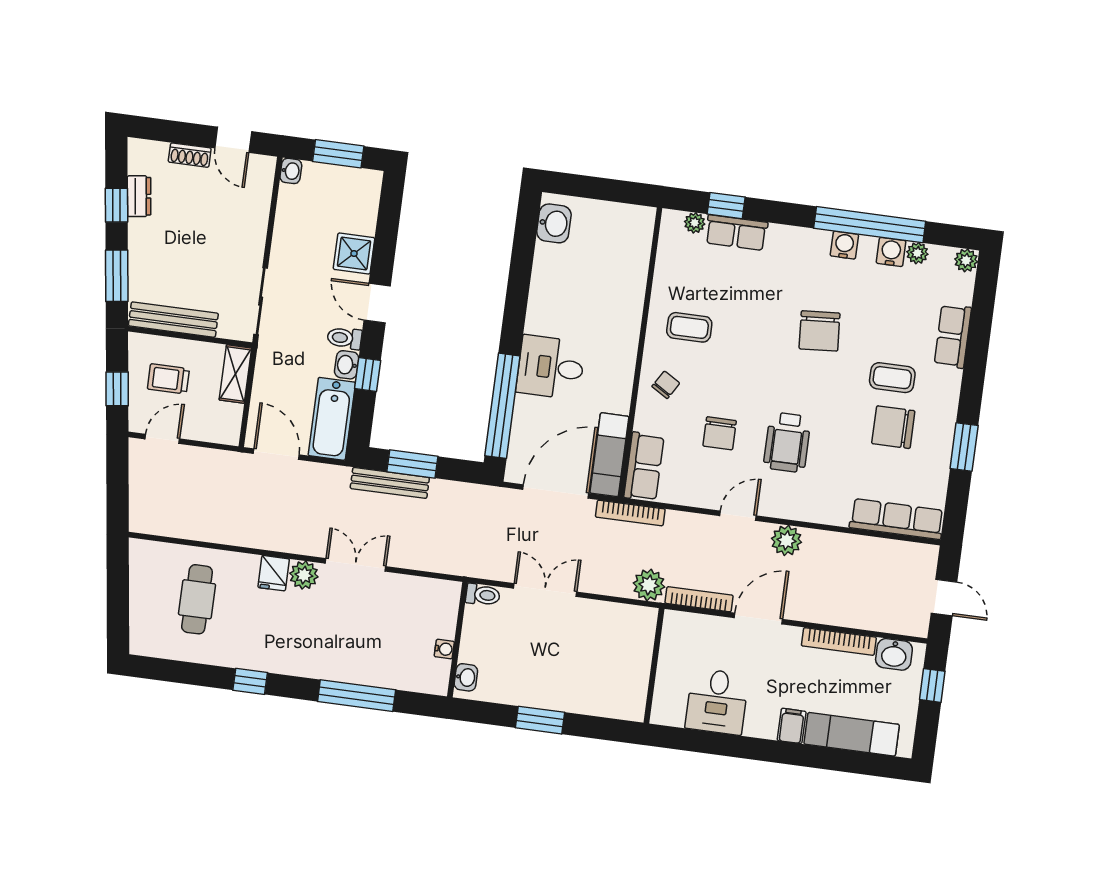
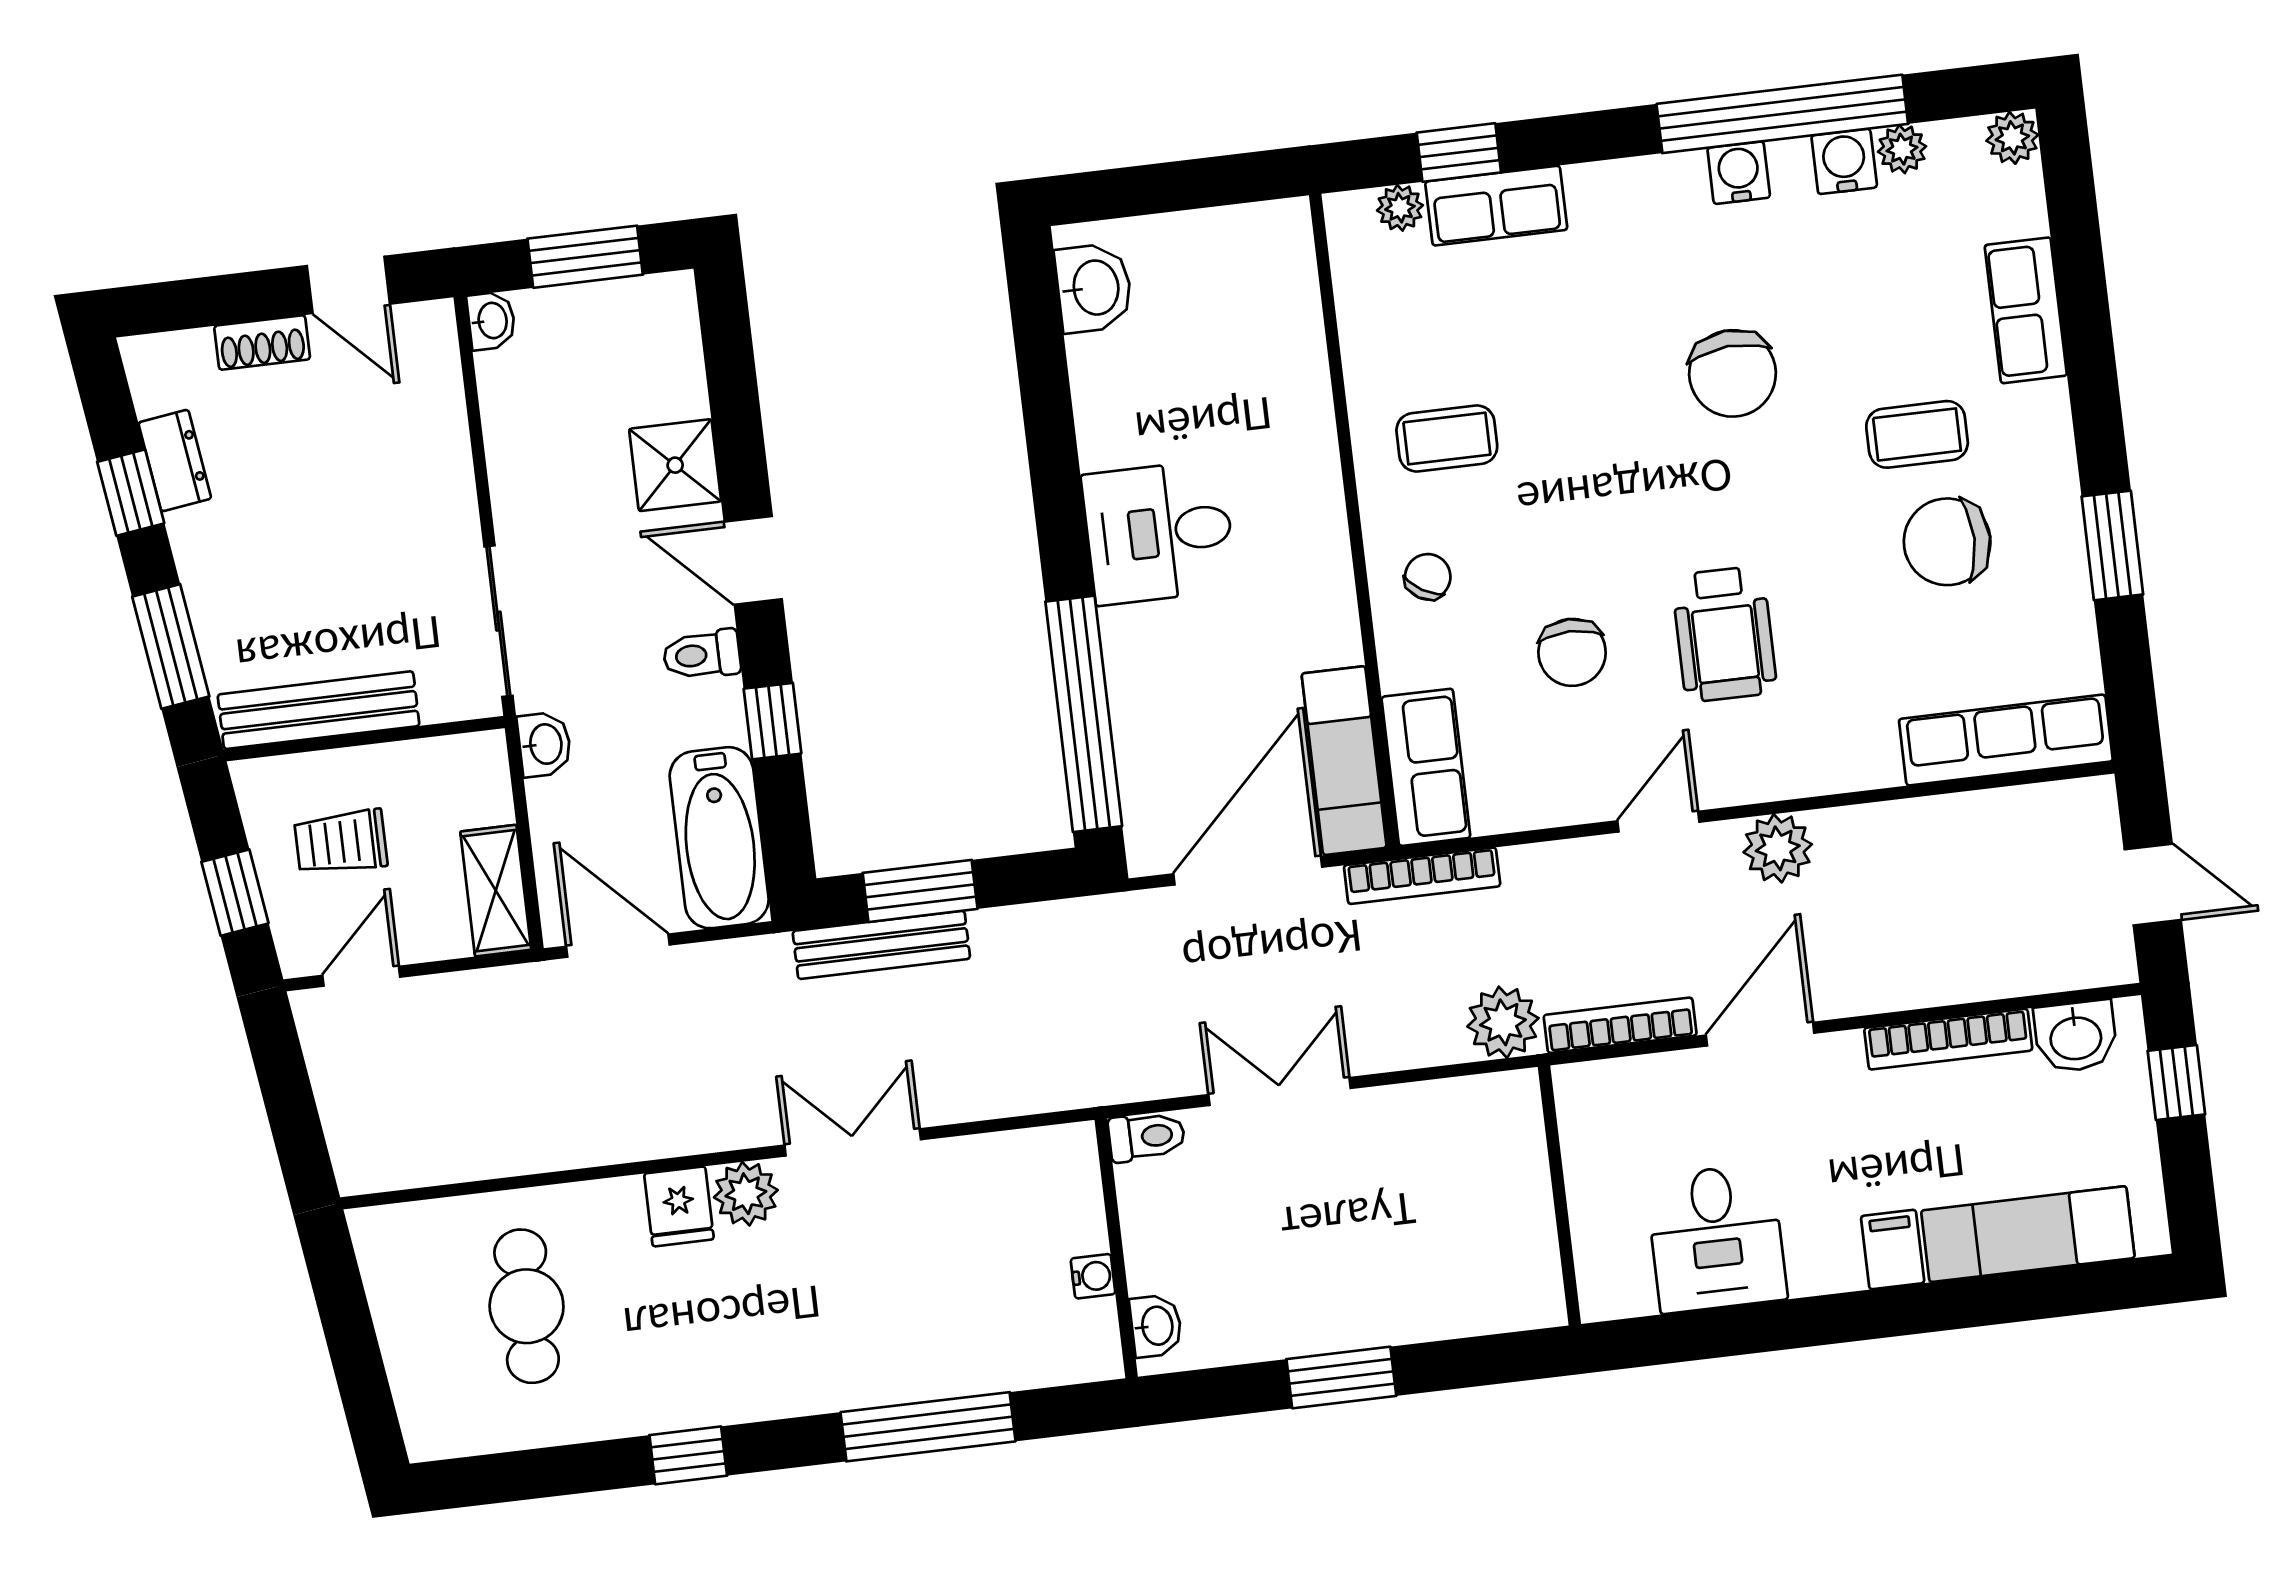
washbasin: (347, 365) -> (544, 744), moved, turned 180
desk: (551, 367) -> (1159, 532), moved
shelving: (235, 374) -> (496, 891), moved

